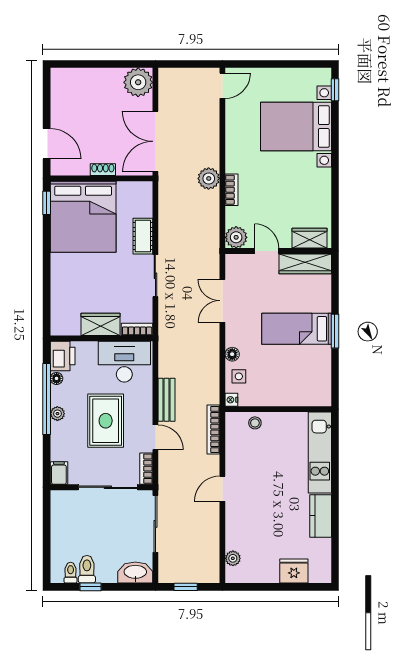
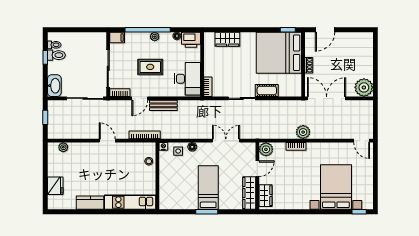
wardrobe: (101, 324) -> (227, 39), moved, turned 90
window: (47, 399) -> (148, 30), moved
rug: (106, 421) -> (150, 67), width x0.73, depth x0.70

